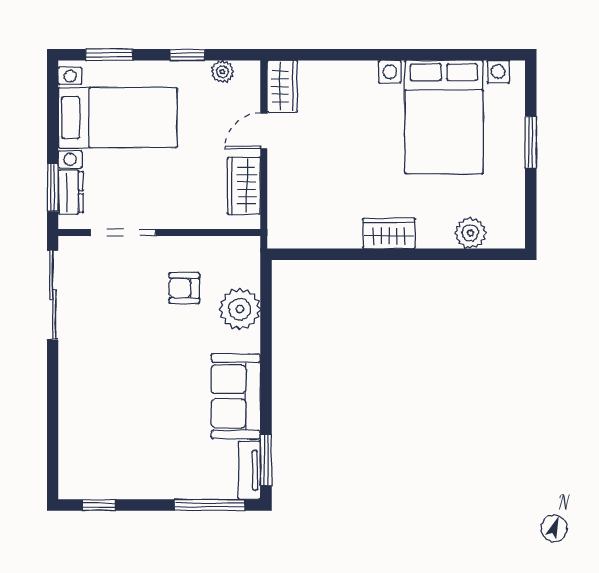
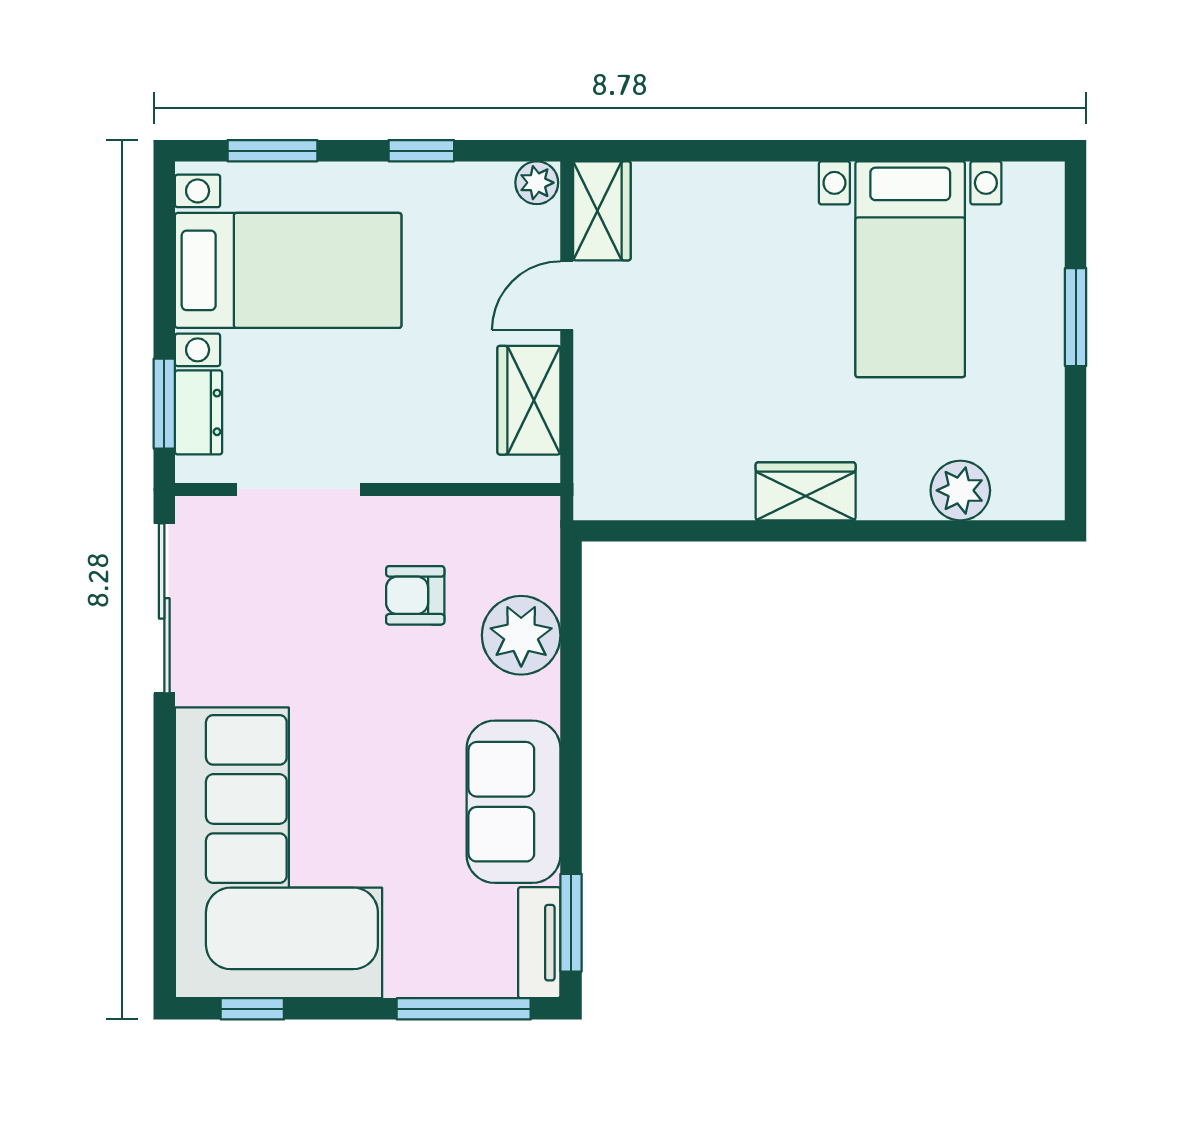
plant: (222, 72) -> (537, 183), moved
bed with nightstands: (444, 117) -> (910, 269), width x0.73
corner sofa: (113, 423) -> (278, 853), added

